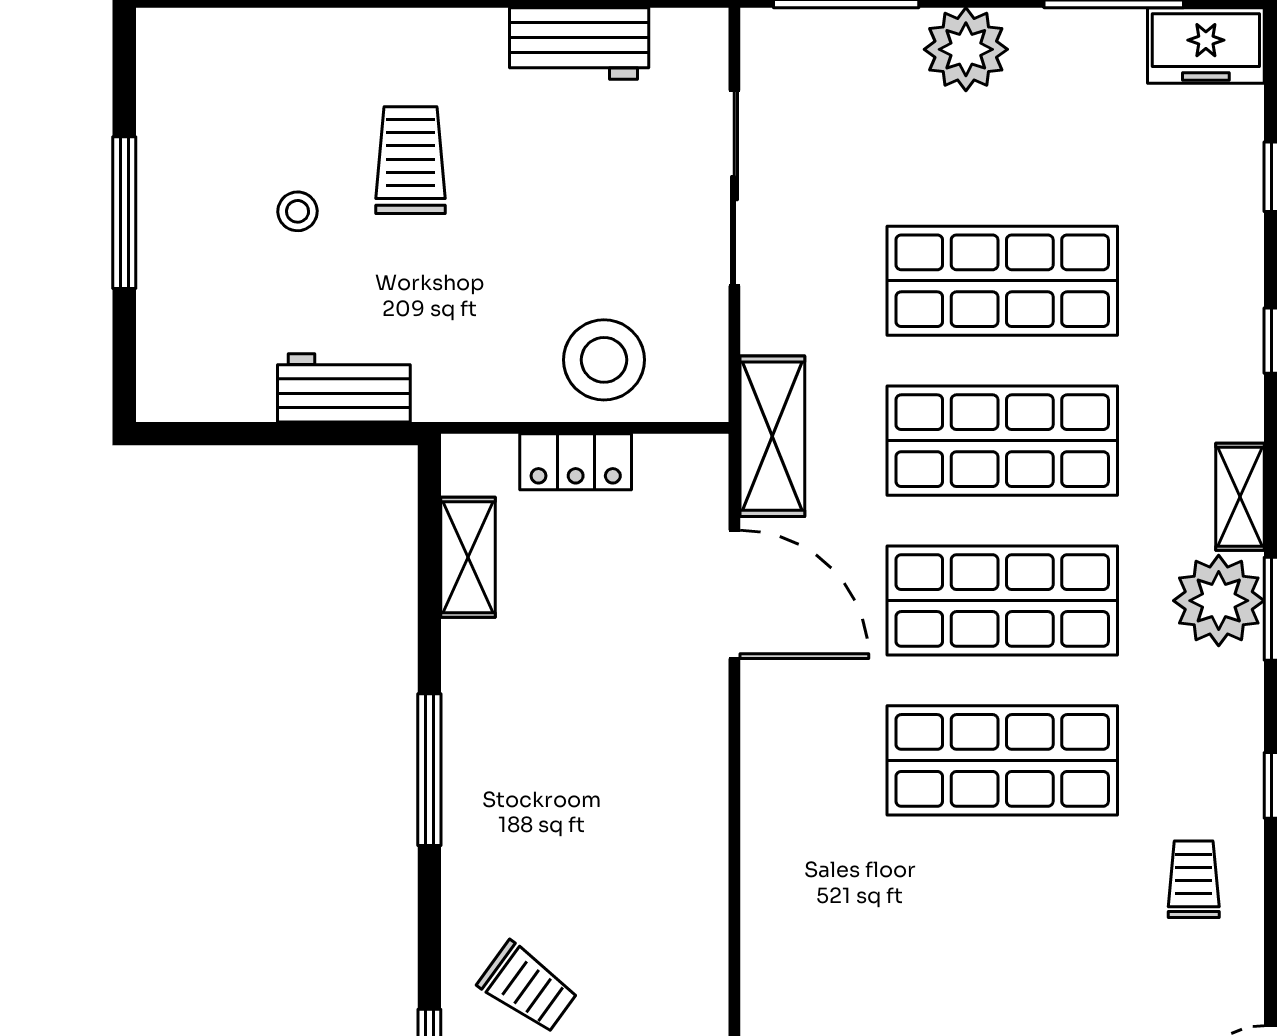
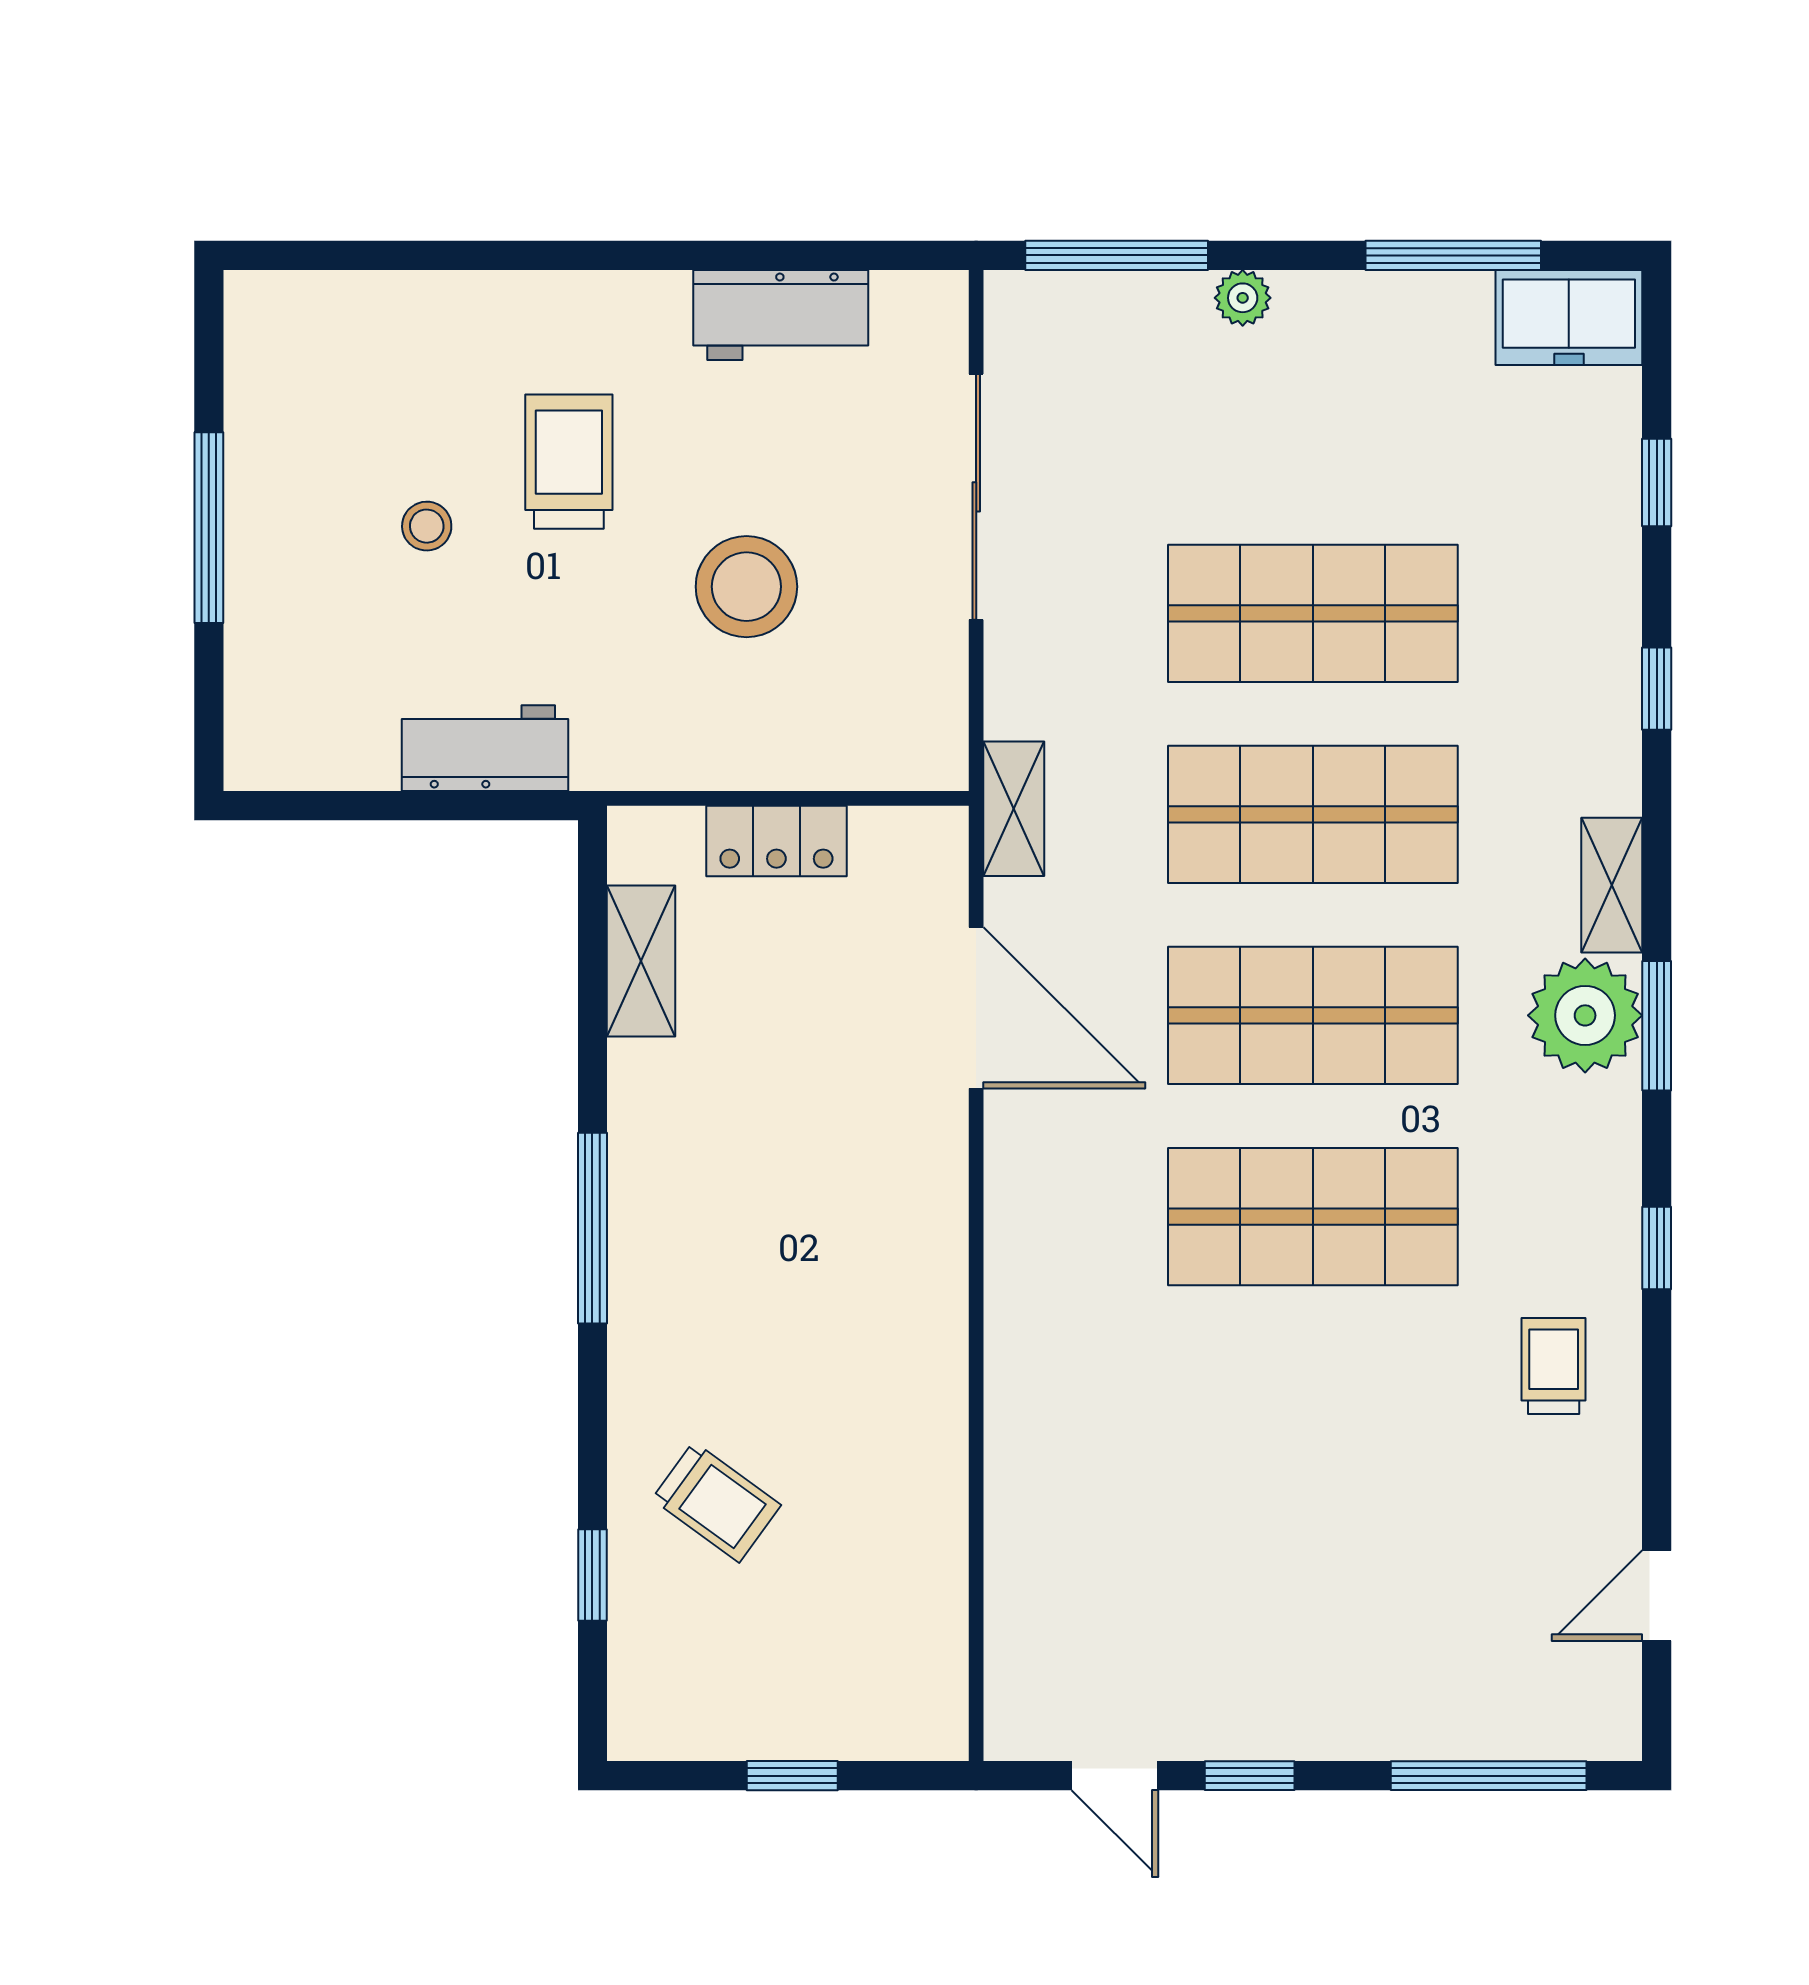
plant: (966, 49) -> (1243, 298), width x0.53, depth x0.53
stool: (604, 360) -> (746, 587), moved
shelving: (772, 436) -> (1014, 809), width x0.67, depth x0.75

